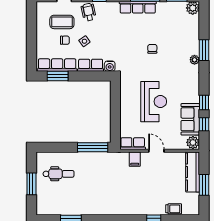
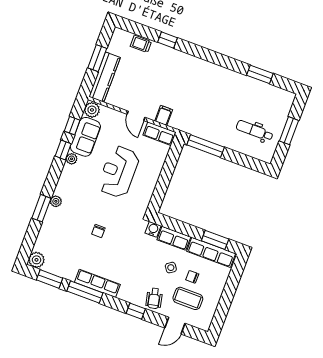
plant: (195, 98) -> (72, 159), added

